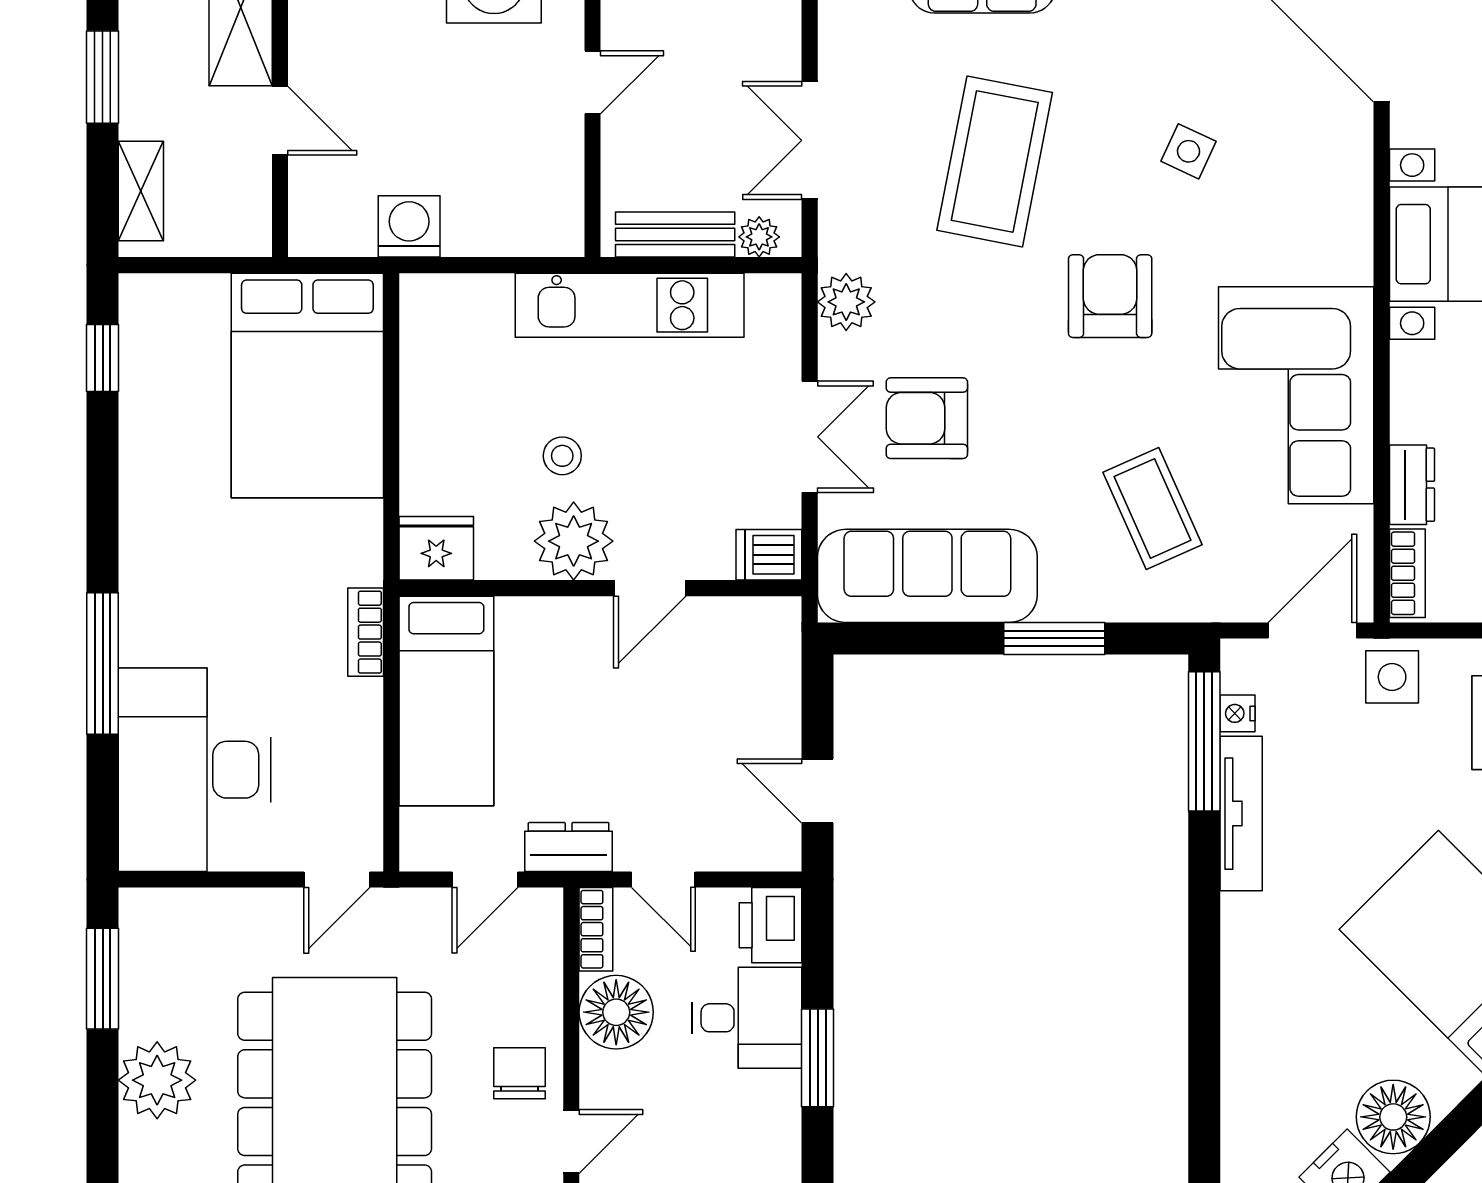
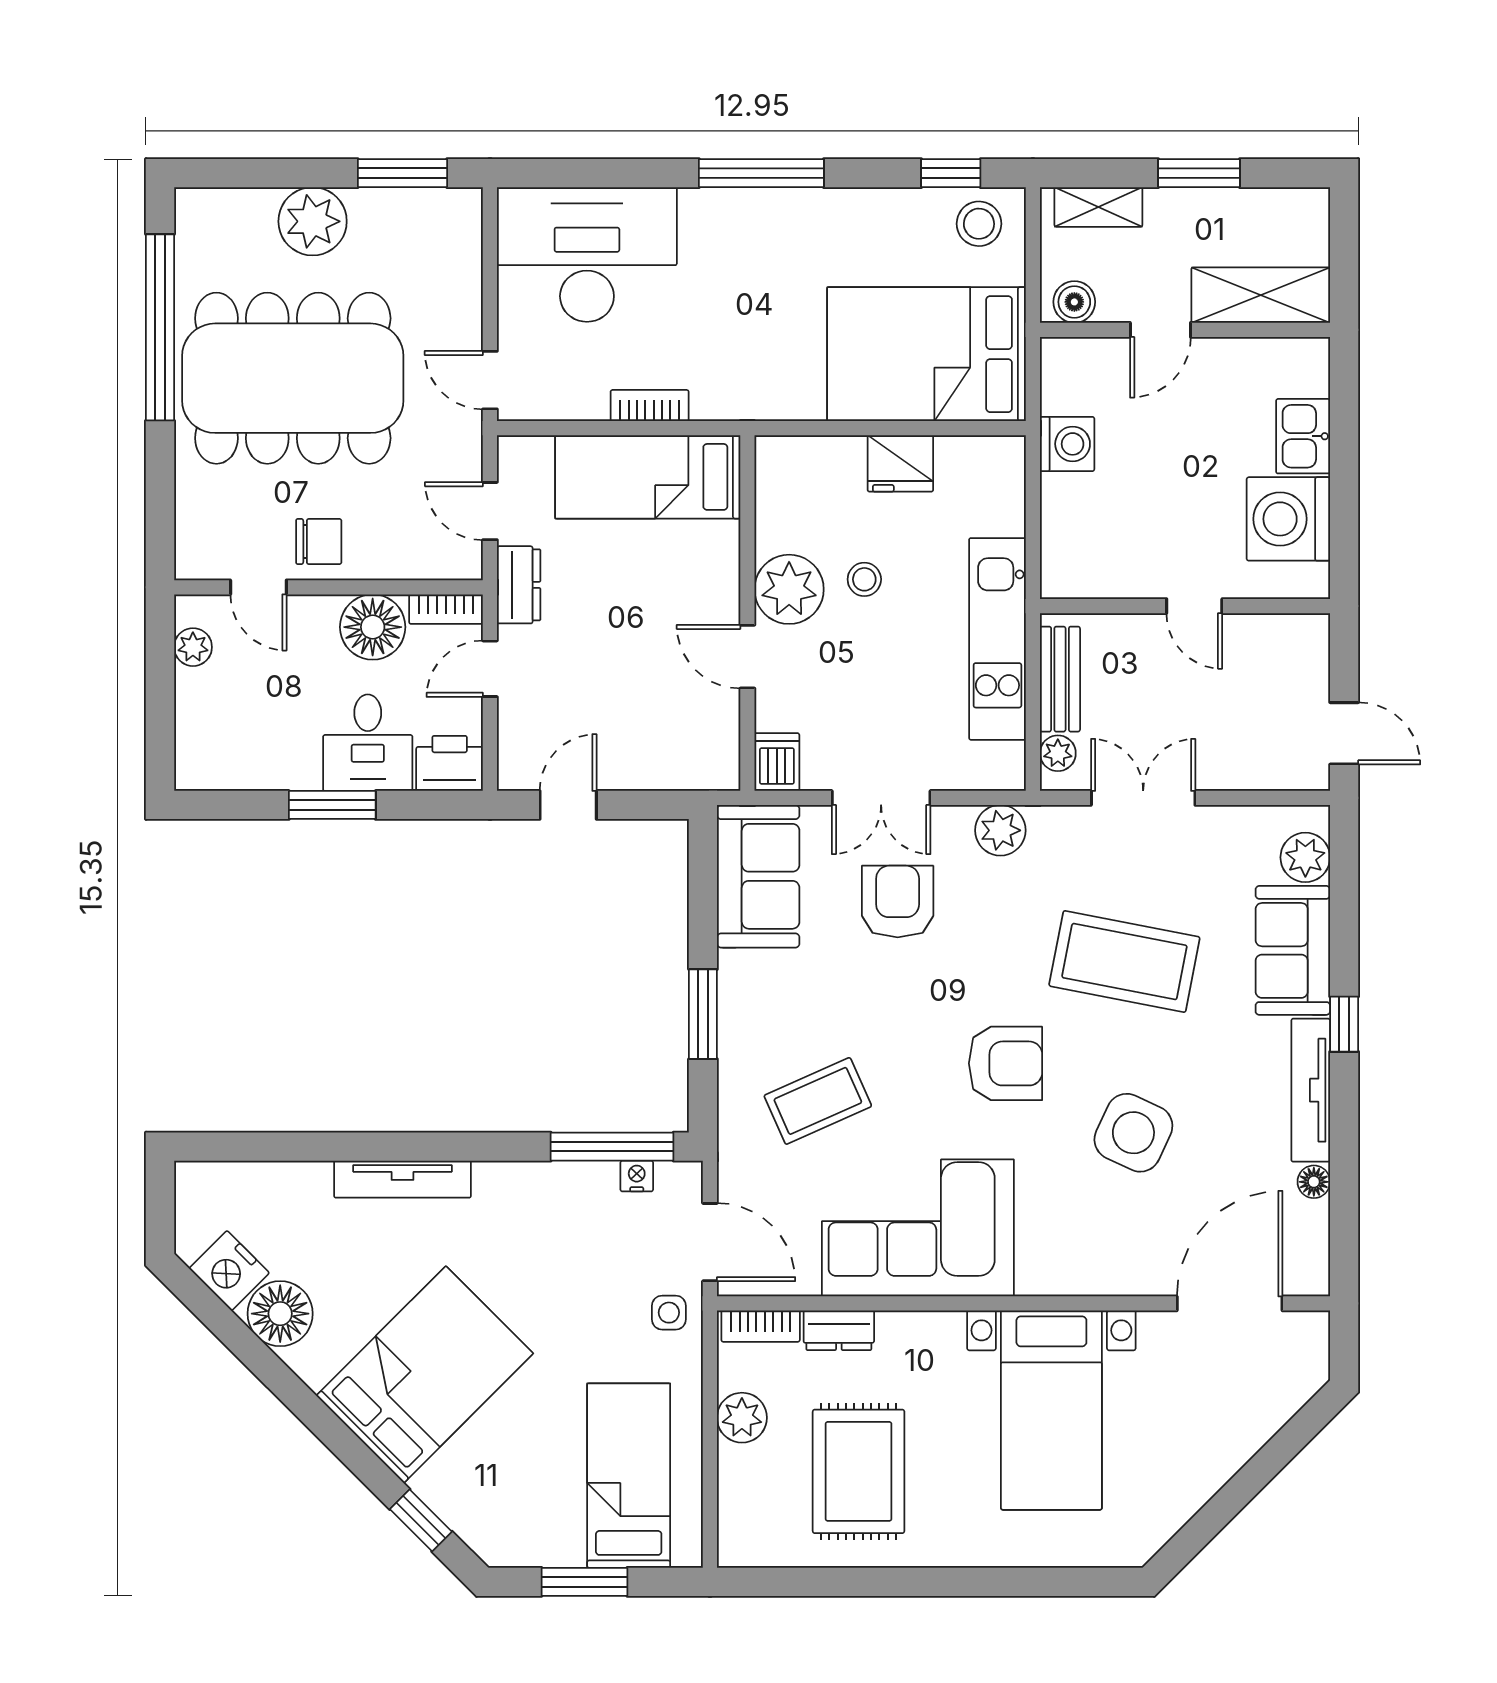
side table: (1188, 151) -> (1133, 1133), width x1.87, depth x1.87
boiler: (248, 218) -> (1074, 302), added
stool: (160, 326) -> (979, 224), added
fridge: (436, 548) -> (900, 463), moved, turned 90
sofa: (927, 576) -> (758, 876), width x0.73
bookcase: (366, 632) -> (650, 406), moved
window: (103, 663) -> (761, 173), moved
side table: (1392, 677) -> (669, 1313), width x0.73, depth x0.73
tv unit: (1241, 814) -> (403, 1179), moved

